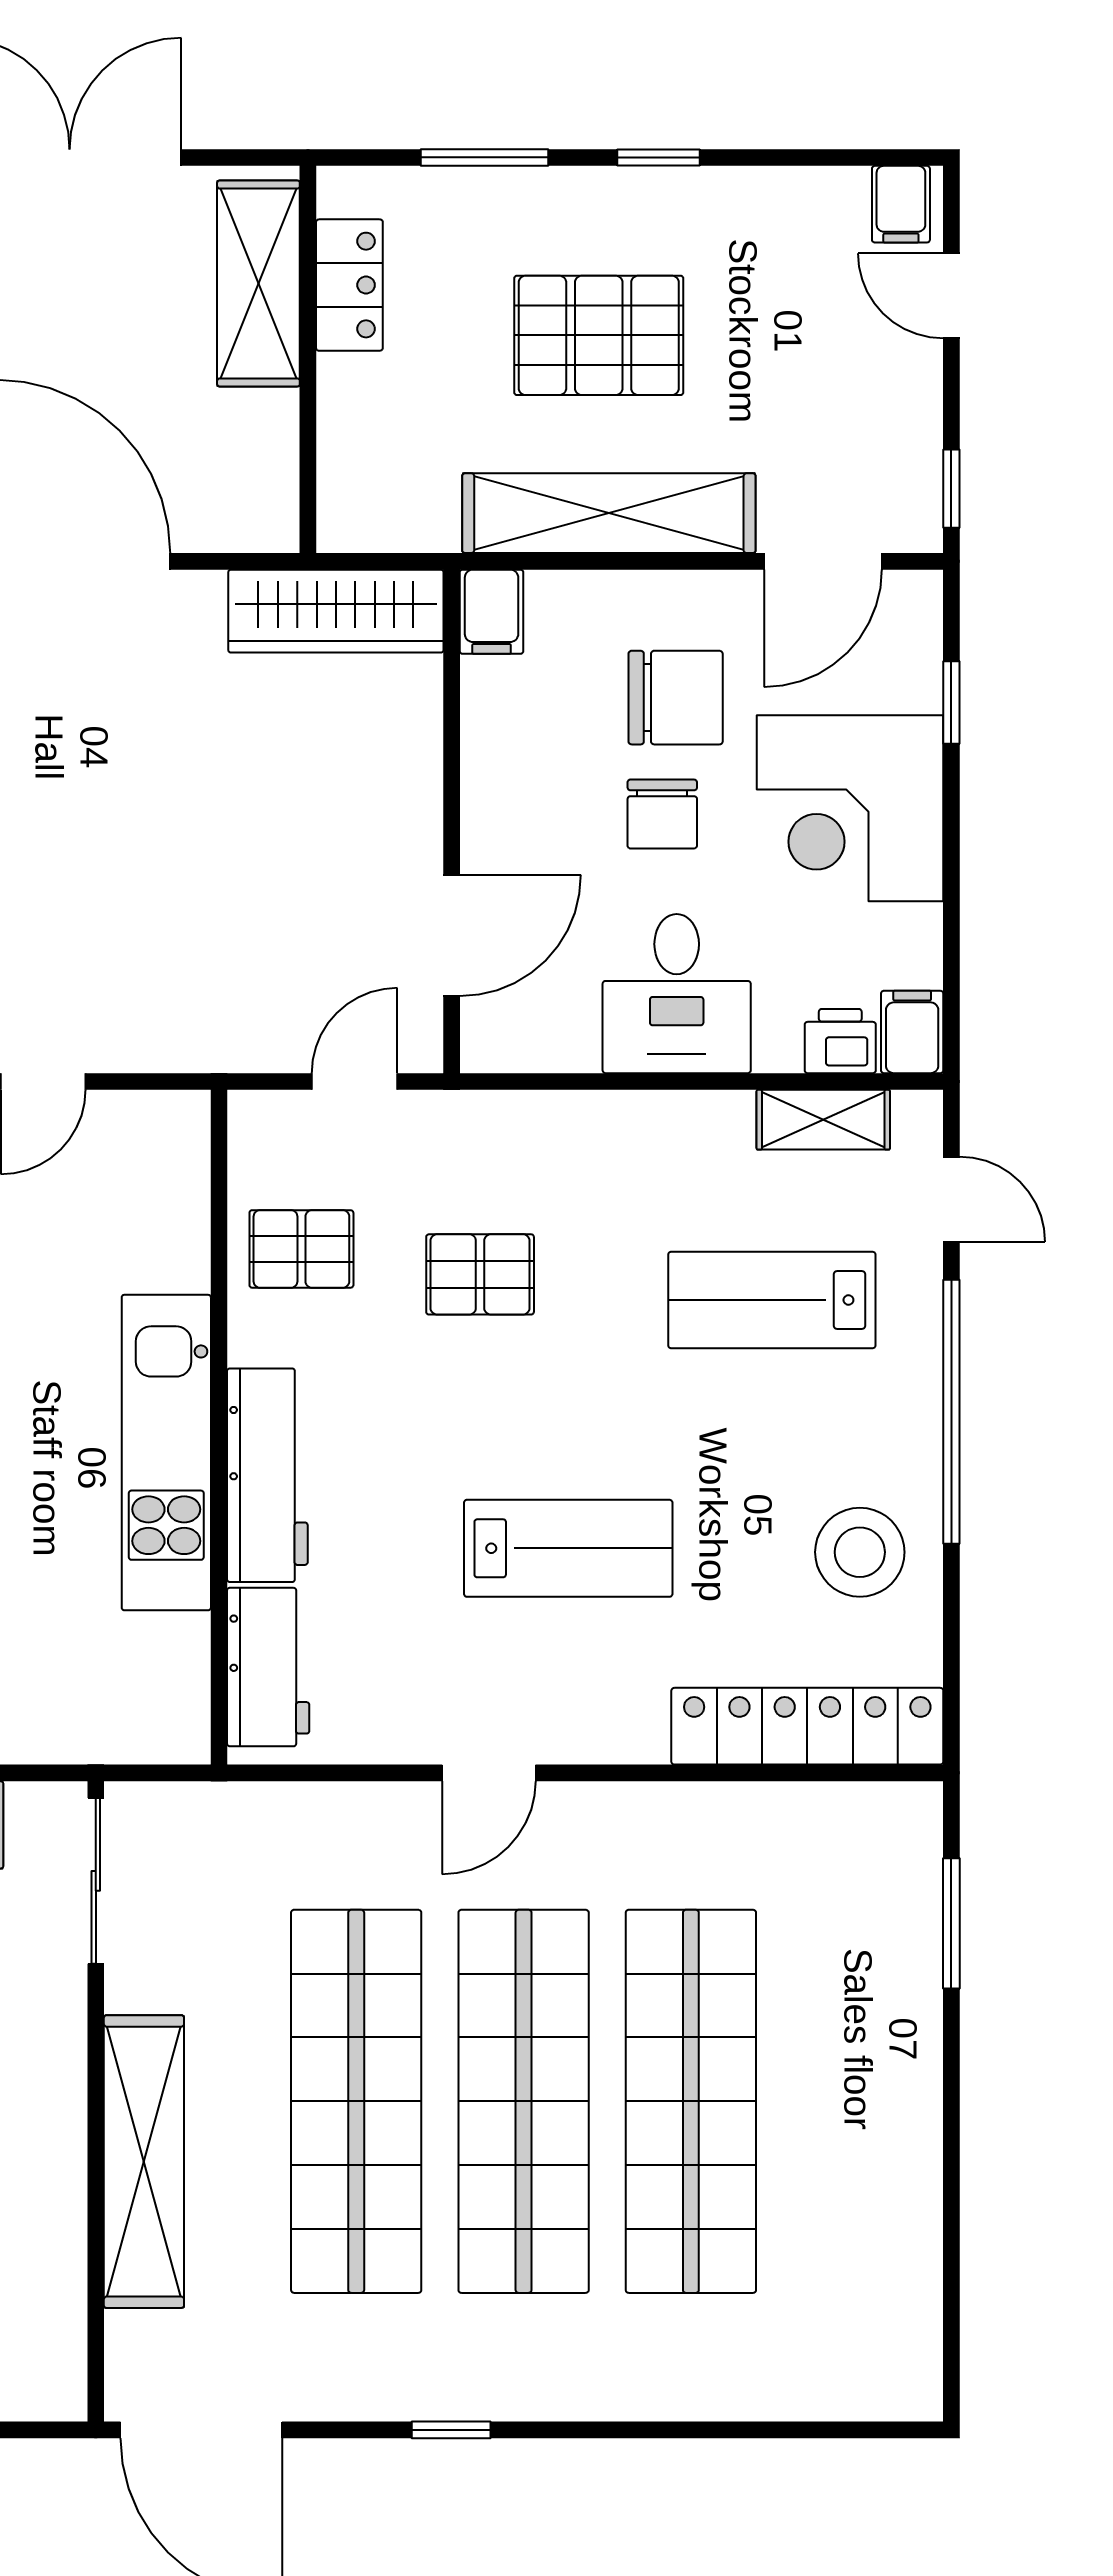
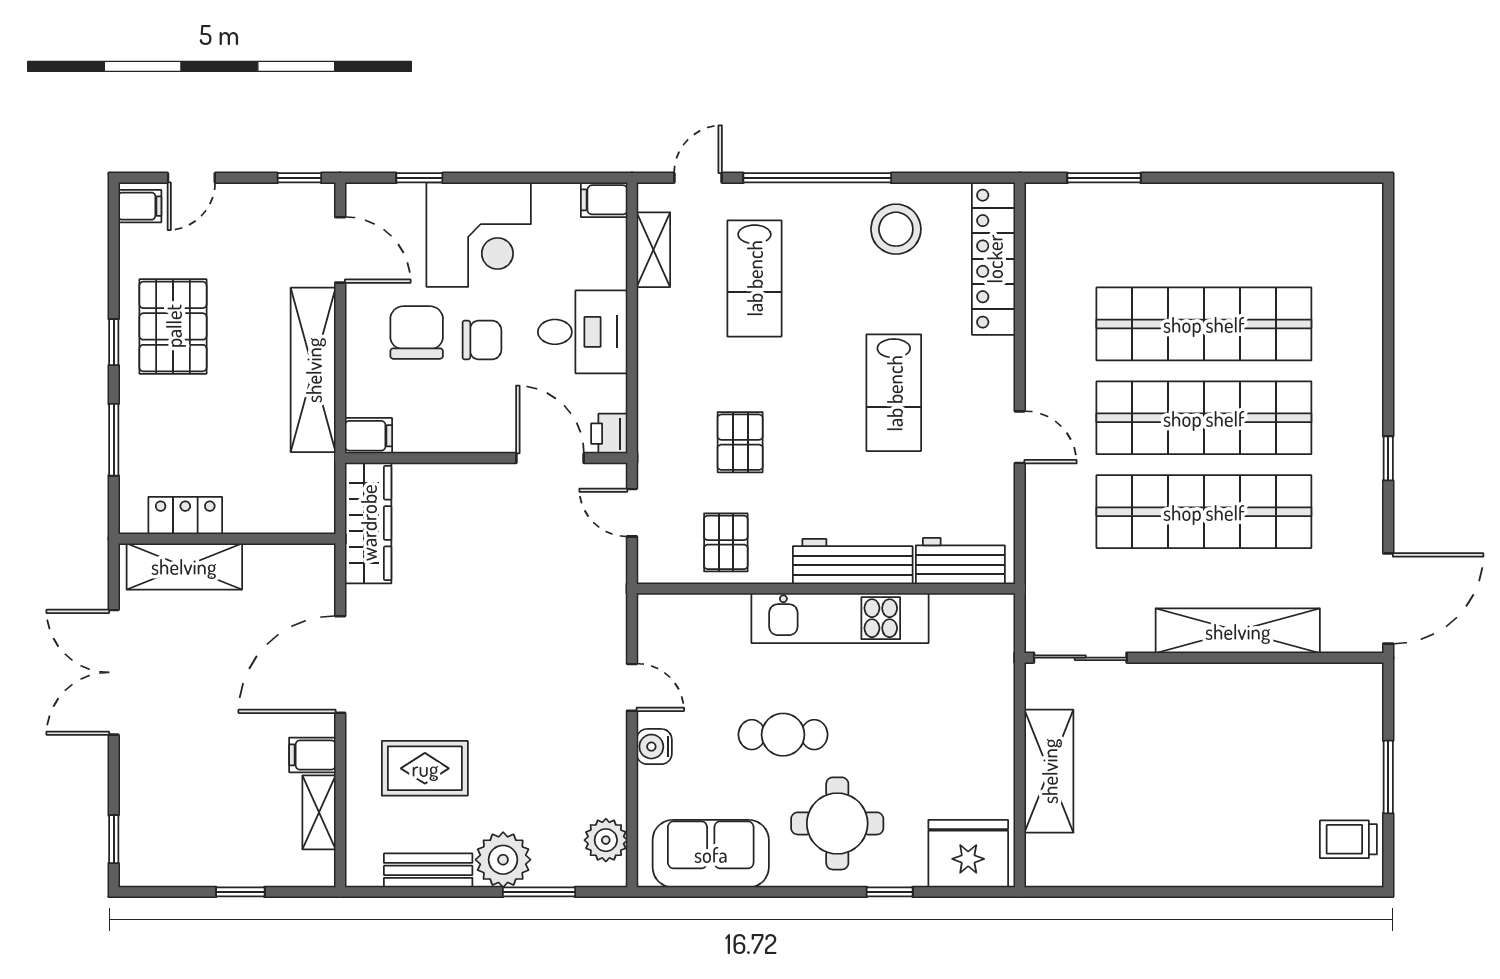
pallet: (599, 335) -> (173, 326), moved
printer: (840, 1041) -> (609, 434), moved
lab bench: (568, 1548) -> (894, 393), turned 180

